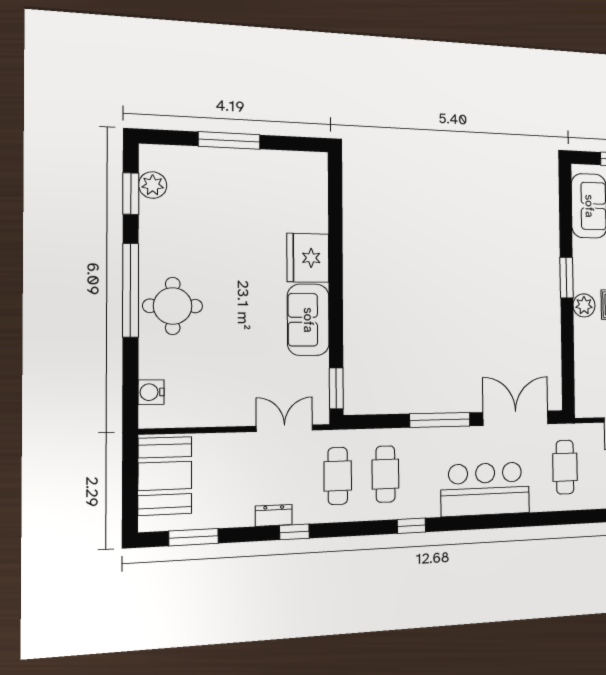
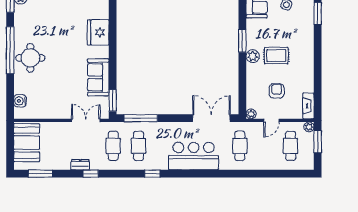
sofa: (308, 320) -> (98, 77), moved
plant: (583, 409) -> (251, 114), added
window: (440, 420) -> (141, 118), moved

